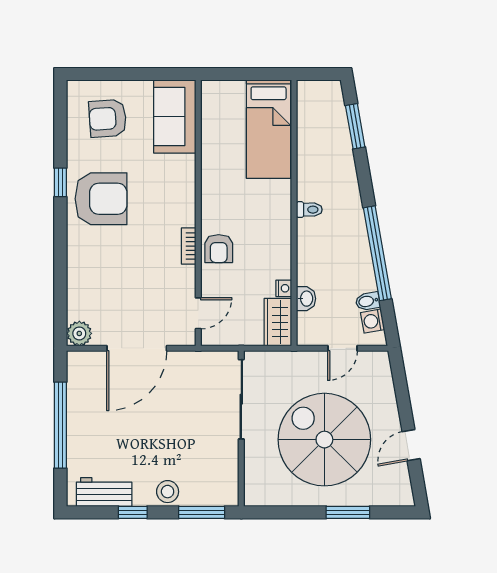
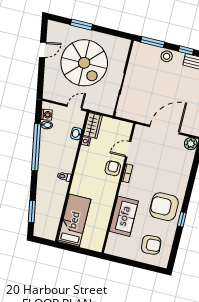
sofa: (175, 117) -> (124, 216), moved
door: (198, 313) -> (128, 149), moved
door: (343, 348) -> (74, 108), moved

